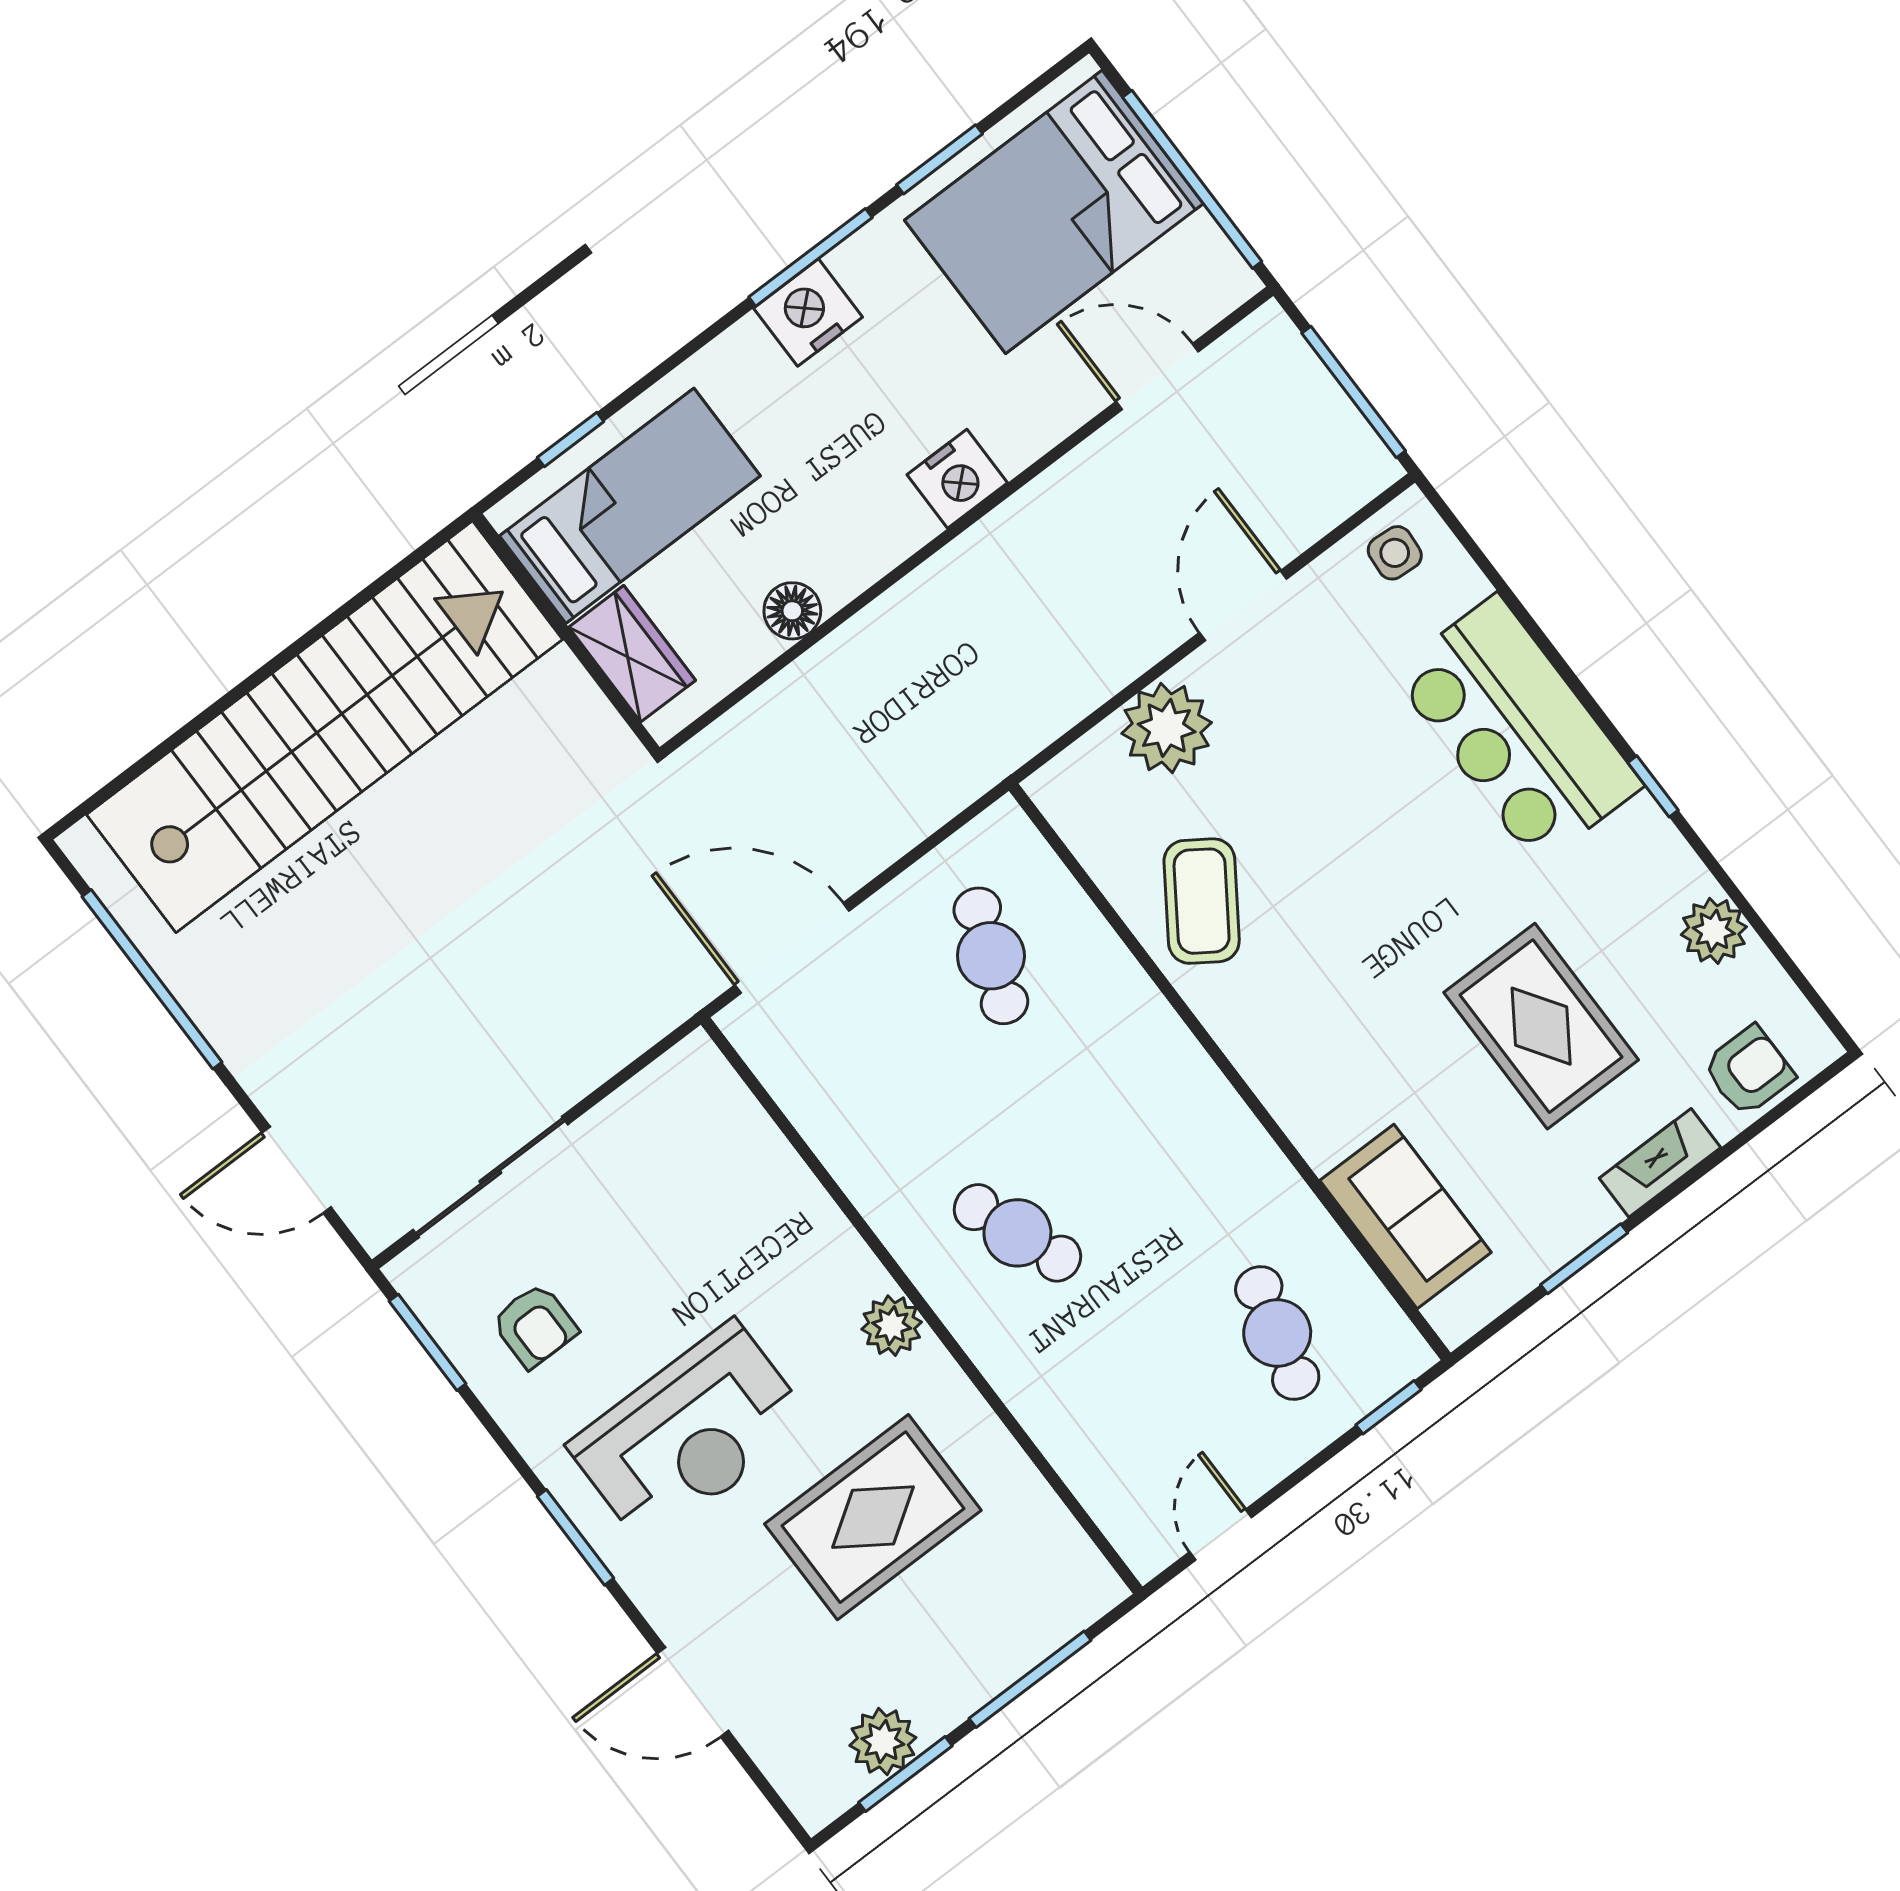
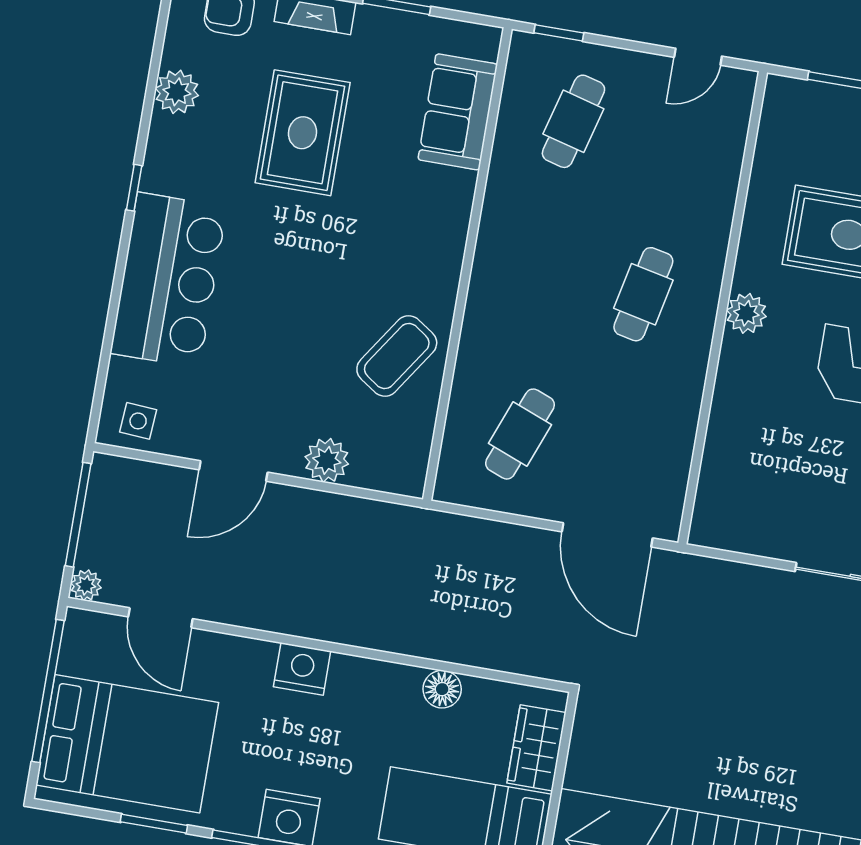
plant: (1269, 328) -> (86, 585), added
plant: (1167, 728) -> (327, 460), width x0.73, depth x0.73
cafe table: (1017, 1233) -> (643, 294), turned 33

